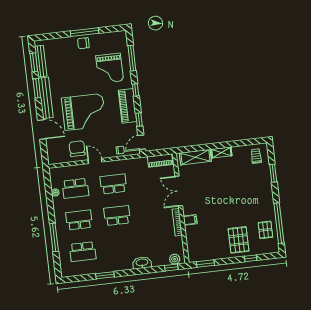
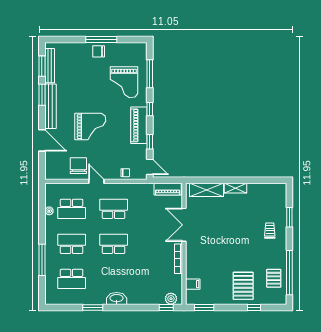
grand piano: (84, 112) -> (90, 127), width x0.73, depth x0.68
door: (142, 142) -> (150, 167), swing flipped
trolley: (256, 156) -> (270, 231), moved
filing cabinet: (190, 220) -> (193, 284), moved
washbasin: (142, 263) -> (117, 298), moved

